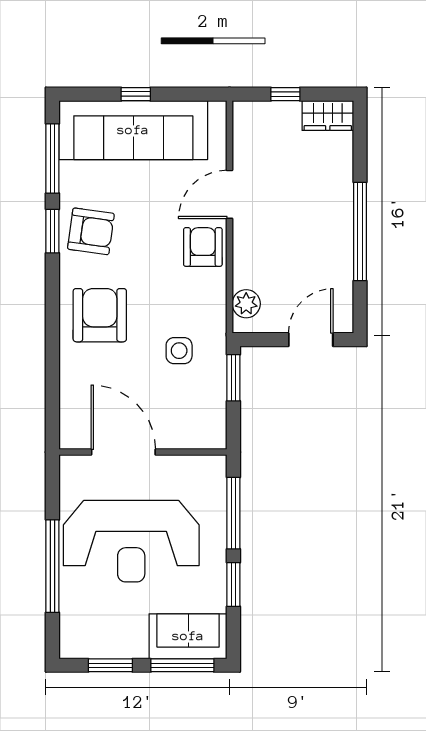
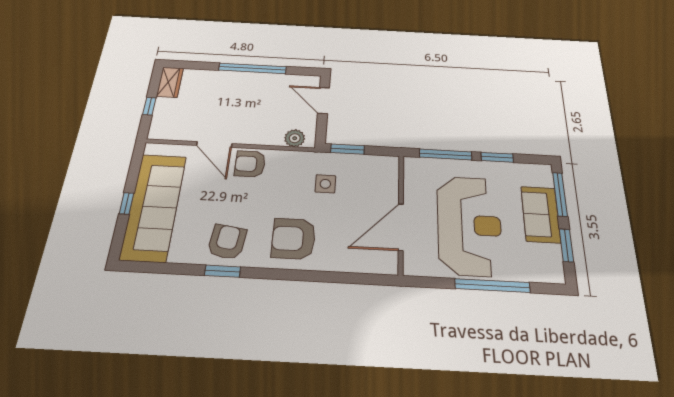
window: (52, 159) -> (164, 268), removed
sofa: (188, 636) -> (541, 214), moved

